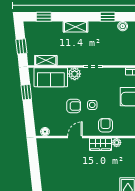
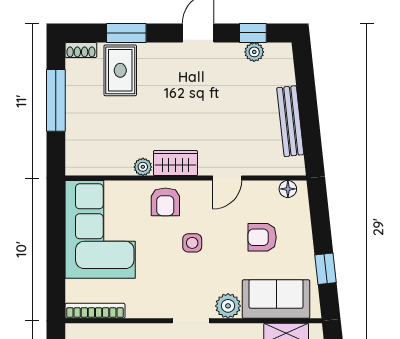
armchair: (74, 106) -> (262, 237), moved
bench: (44, 165) -> (290, 121), added

